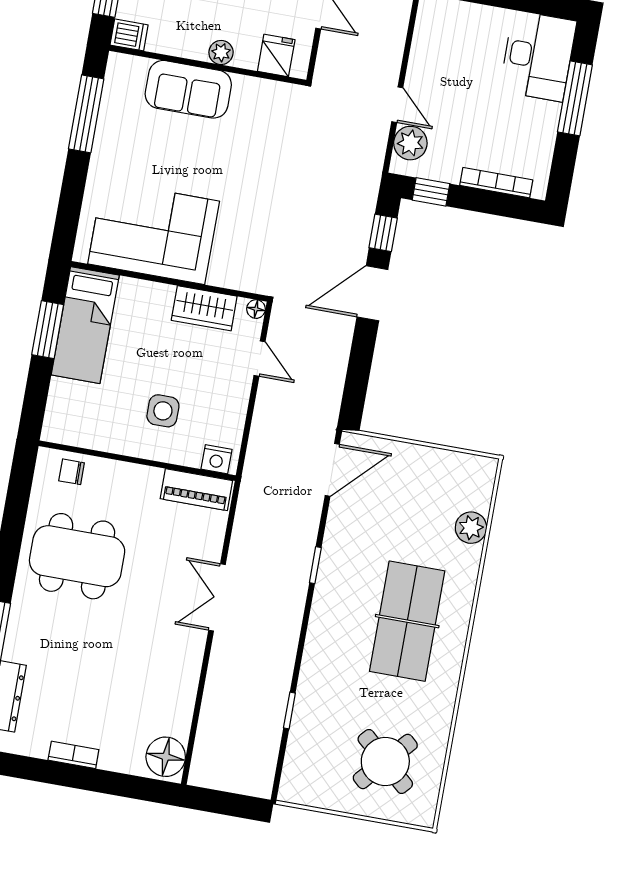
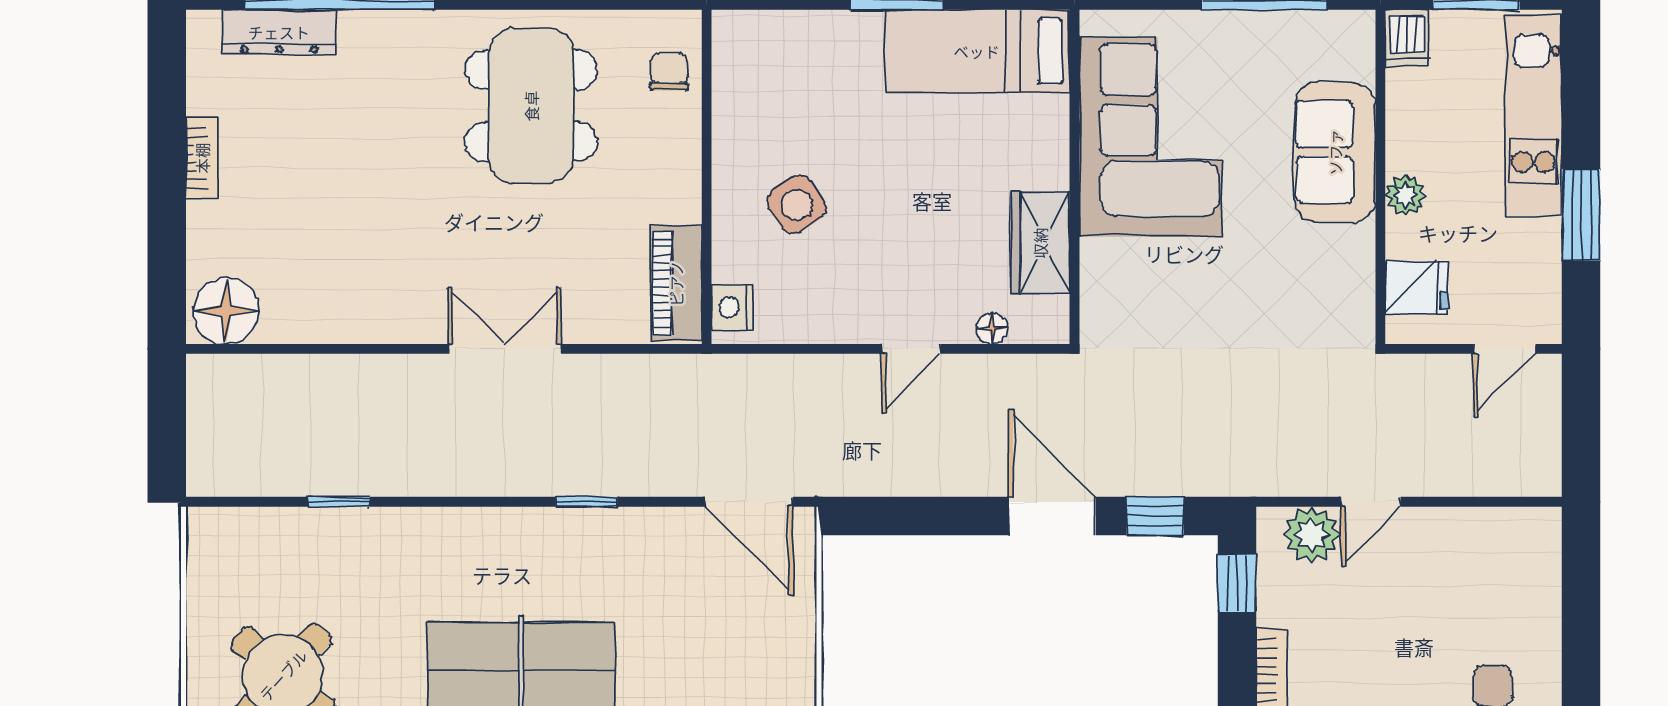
corner sofa: (154, 232) -> (1150, 137), moved
wall: (169, 281) -> (1075, 177), moved
wardrobe: (204, 308) -> (1040, 243), moved
bed: (85, 325) -> (977, 51), moved
side table: (163, 411) -> (796, 205), turned -34

